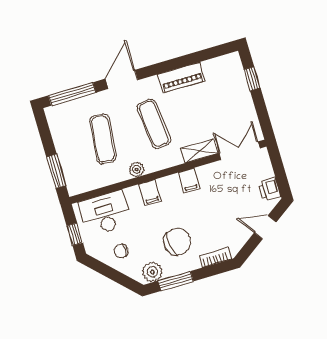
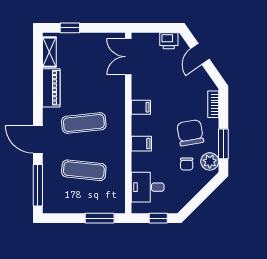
shelving: (199, 151) -> (49, 52), moved
plant: (137, 169) -> (118, 149), removed
desk: (105, 213) -> (148, 187), width x0.73
chair: (121, 251) -> (187, 164), moved

